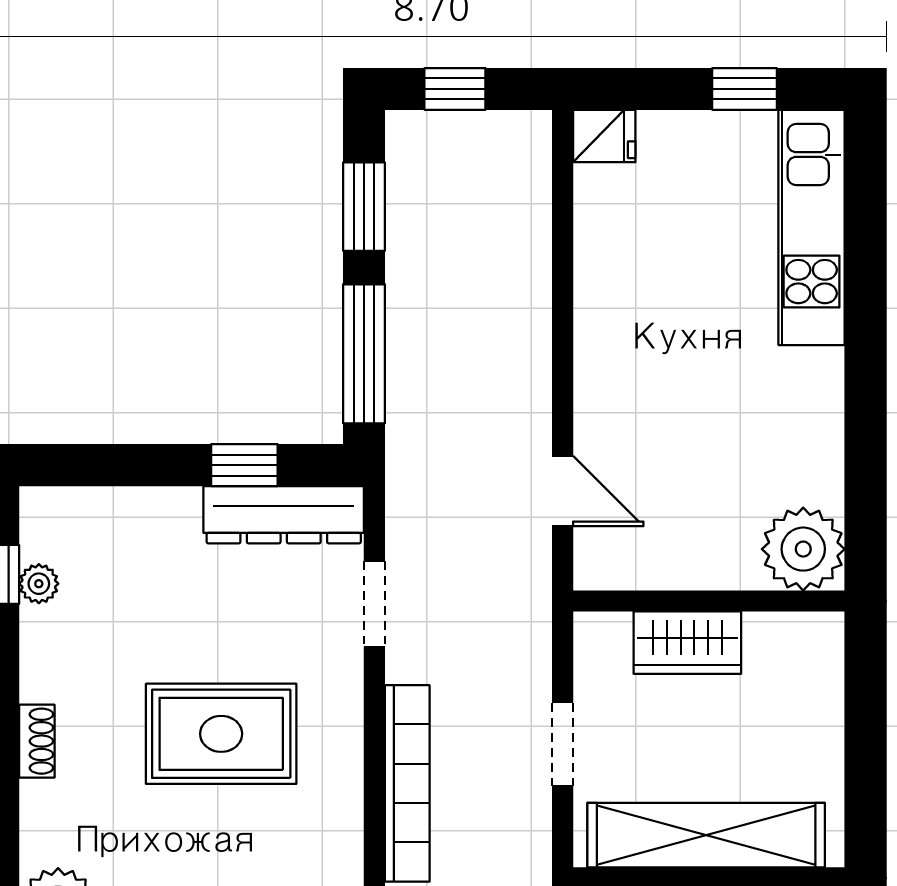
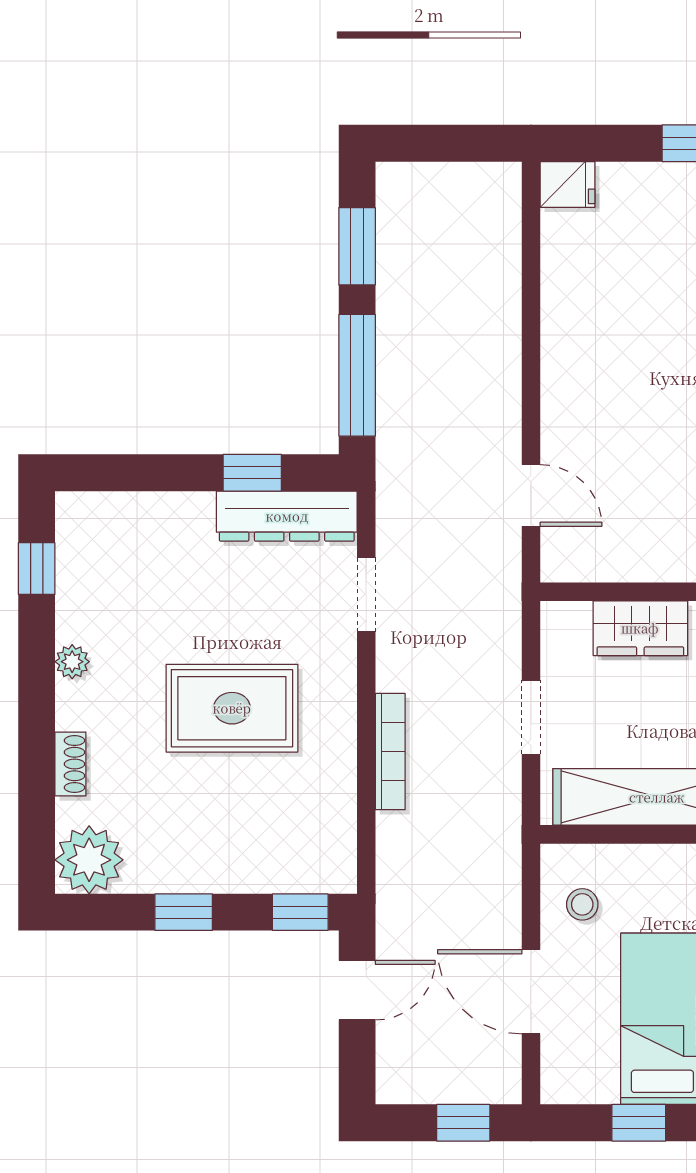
window: (455, 89) -> (437, 143), removed
plant: (39, 584) -> (72, 662), moved
shoe rack: (37, 741) -> (70, 764), moved
bookcase: (407, 783) -> (390, 752), width x0.68, depth x0.76

